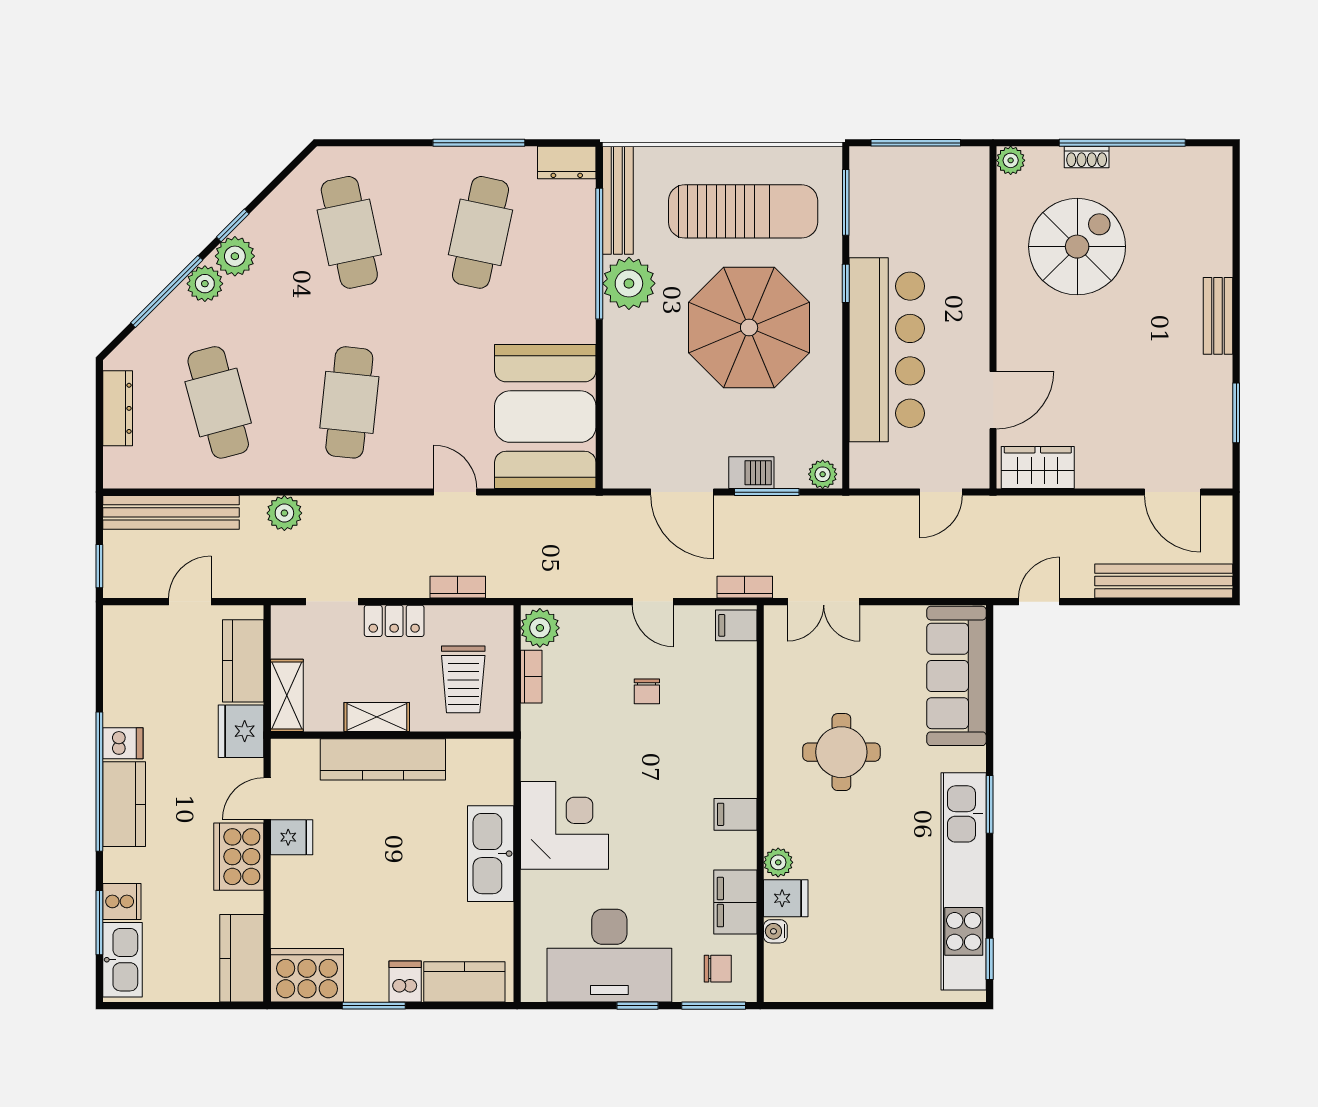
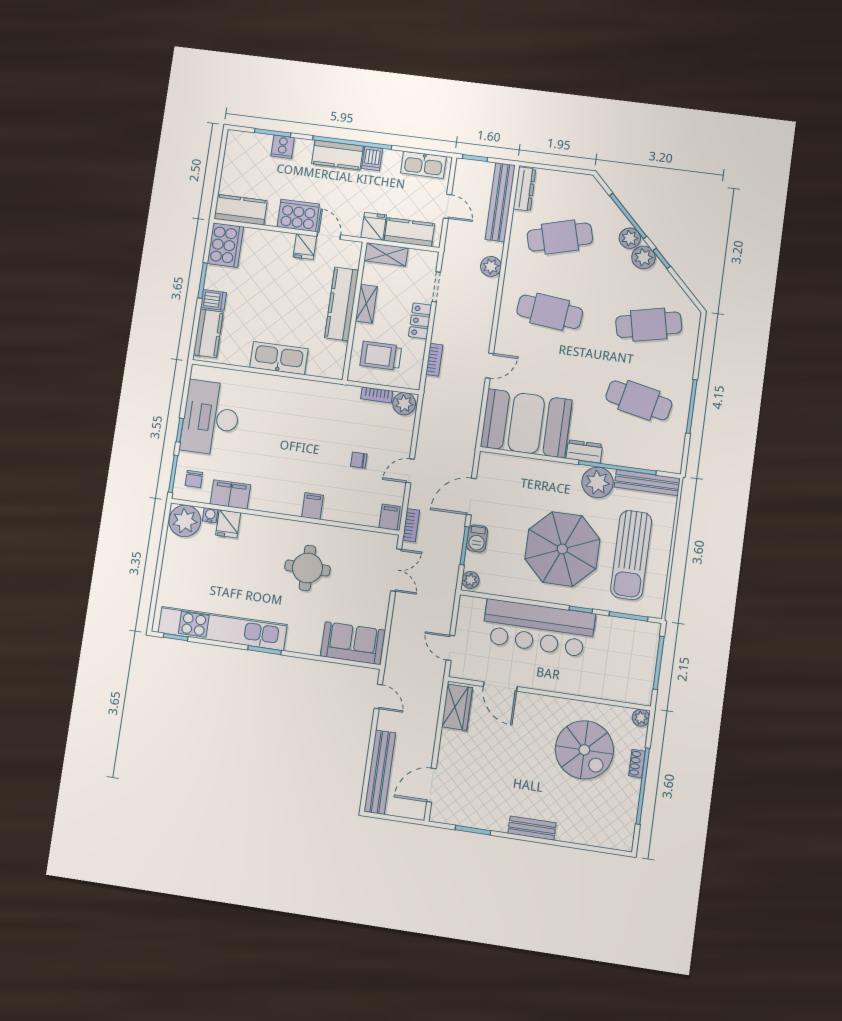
dresser: (567, 163) -> (584, 451), moved, turned 90
dresser: (118, 408) -> (525, 189), moved, turned -90
double door: (824, 602) -> (396, 570), swing flipped
sofa: (957, 676) -> (353, 643), width x0.73
fridge: (241, 731) -> (374, 226), width x0.72
filing cabinet: (736, 814) -> (313, 506), moved
corner desk: (565, 825) -> (289, 402), removed
plant: (778, 862) -> (185, 521), moved, width x1.87, depth x1.87
kitchen sink: (123, 960) -> (423, 165), moved

